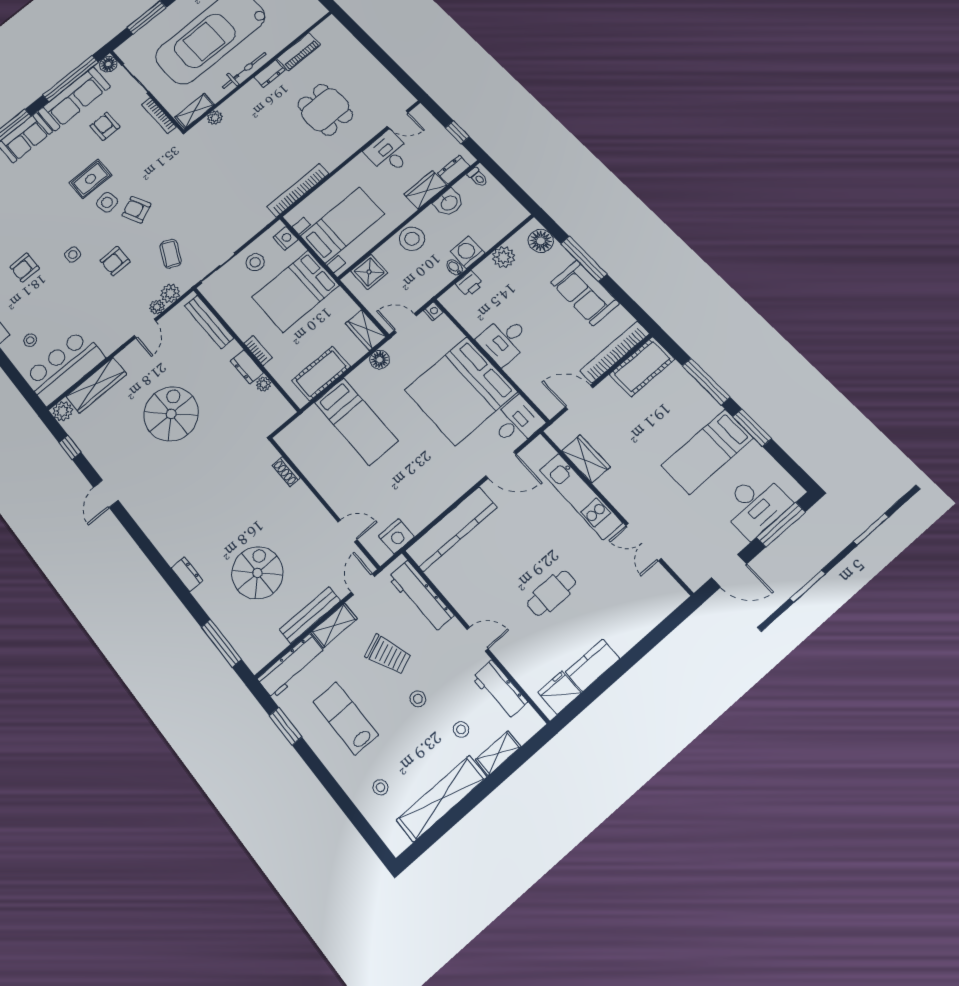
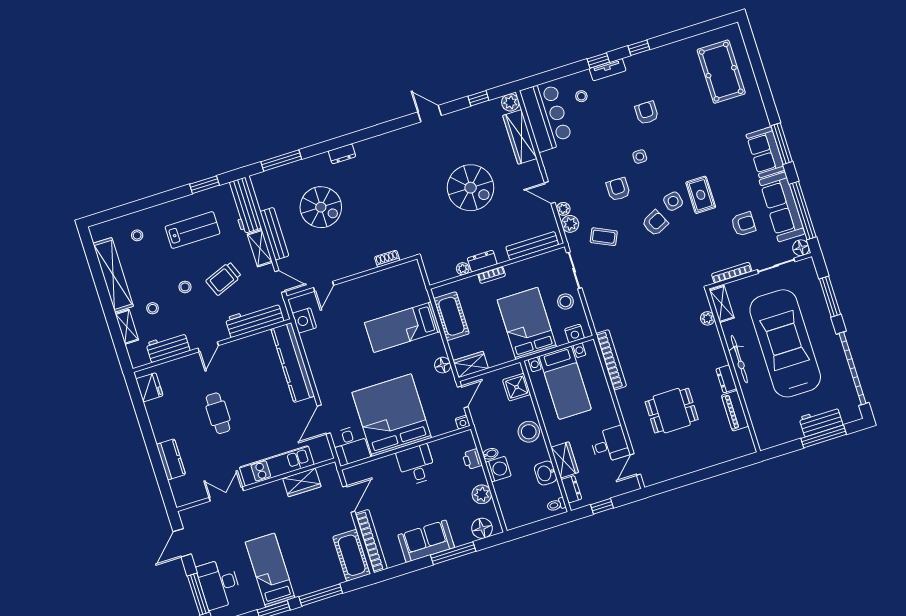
kitchen counter: (593, 665) -> (171, 459), moved

